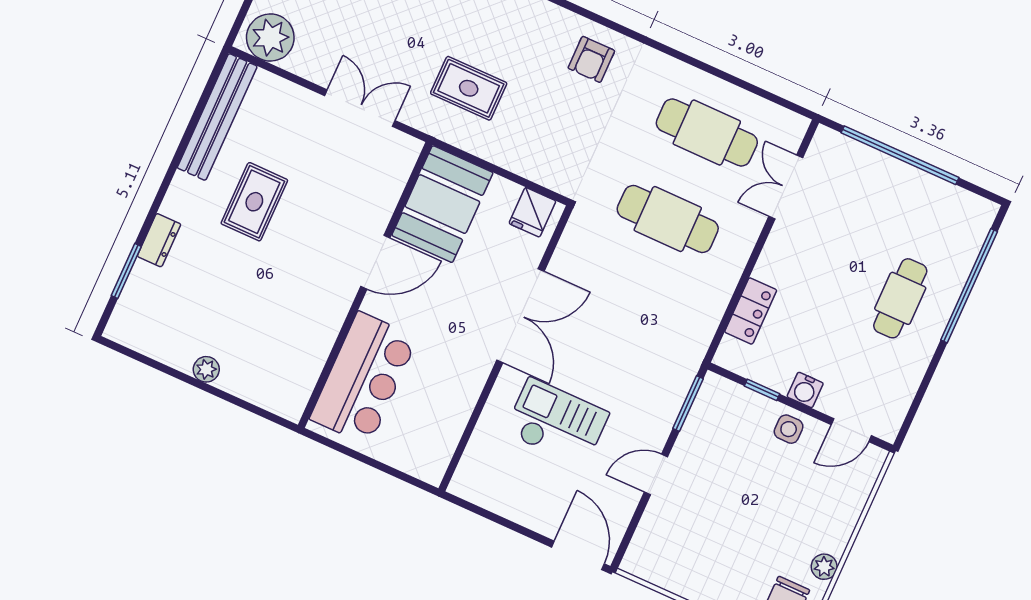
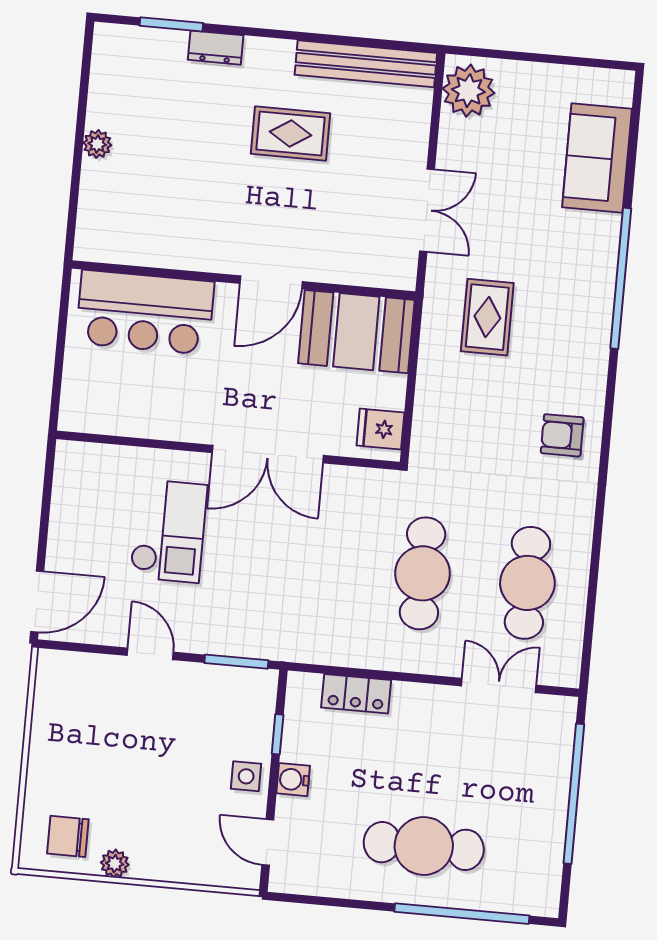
door: (375, 262) -> (271, 282), hinge flipped
cafe table: (900, 298) -> (424, 846), width x1.37, depth x1.35

